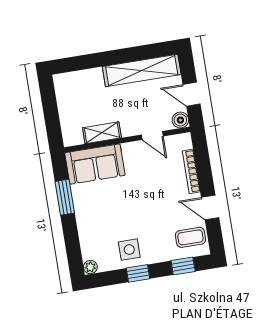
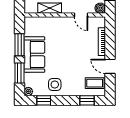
sofa: (95, 164) -> (34, 55), moved, turned -90
window: (72, 241) -> (19, 73), added
window: (138, 273) -> (44, 100), moved

